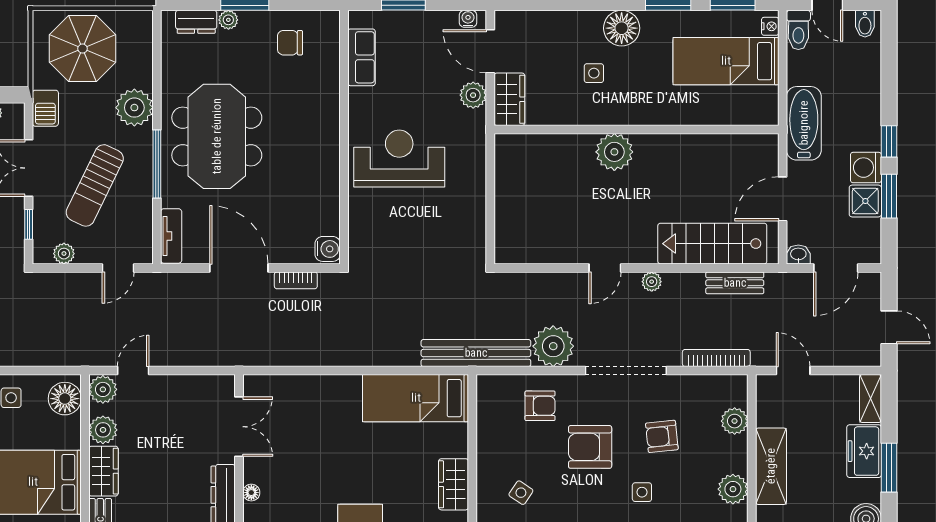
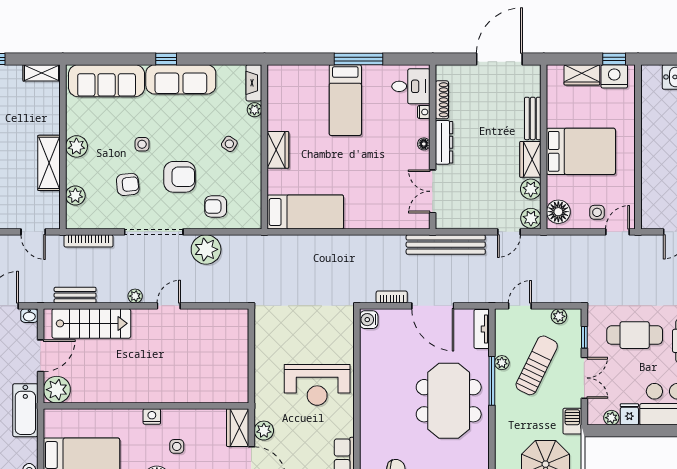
plant: (134, 108) -> (502, 363), moved, width x0.53, depth x0.53
nightstand: (628, 115) -> (152, 417), added
plant: (614, 152) -> (57, 390), moved
bench: (476, 353) -> (446, 245), moved

